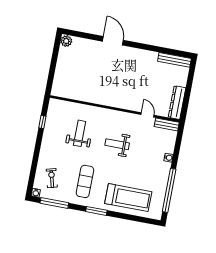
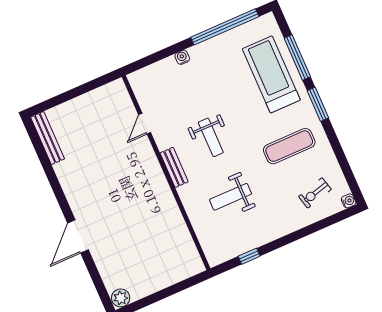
dresser: (177, 103) -> (102, 96), removed
bench: (167, 124) -> (174, 167), moved
window: (54, 203) -> (297, 58), moved

